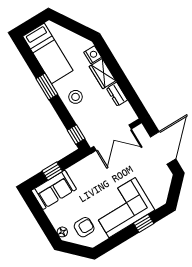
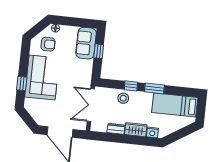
stool: (76, 97) -> (123, 98), moved
window: (76, 135) -> (131, 86), moved
armchair: (84, 227) -> (48, 44), turned -90

